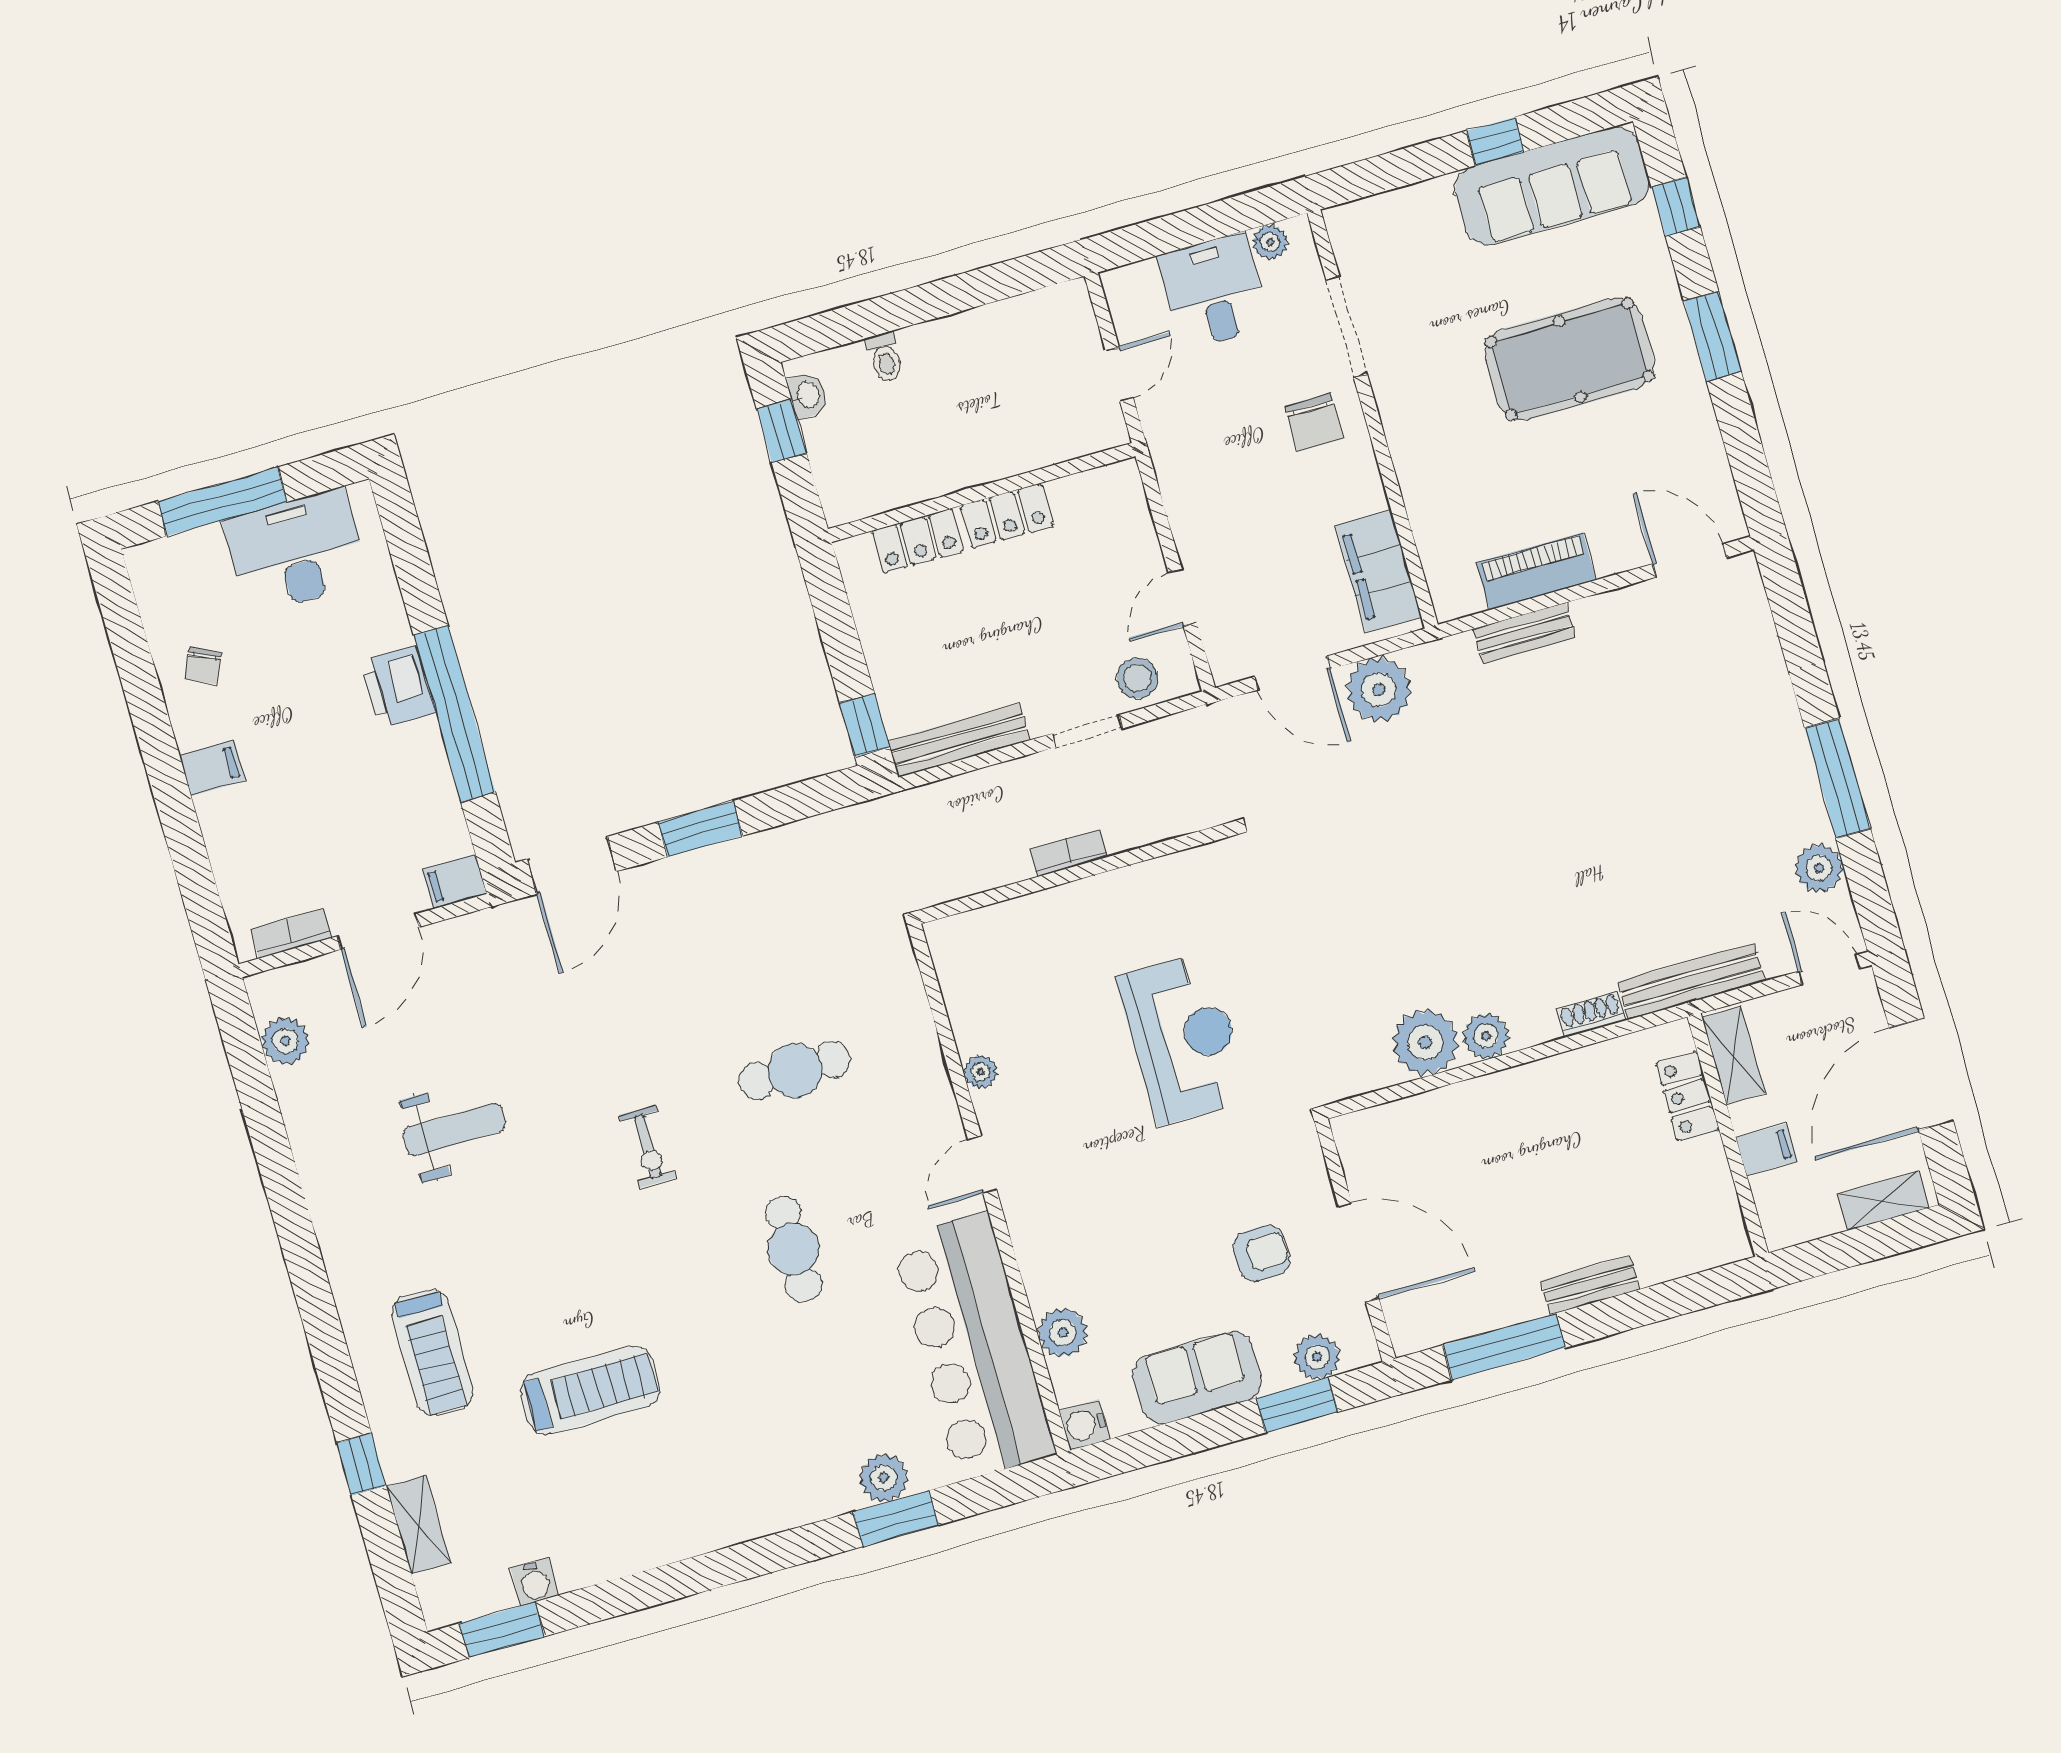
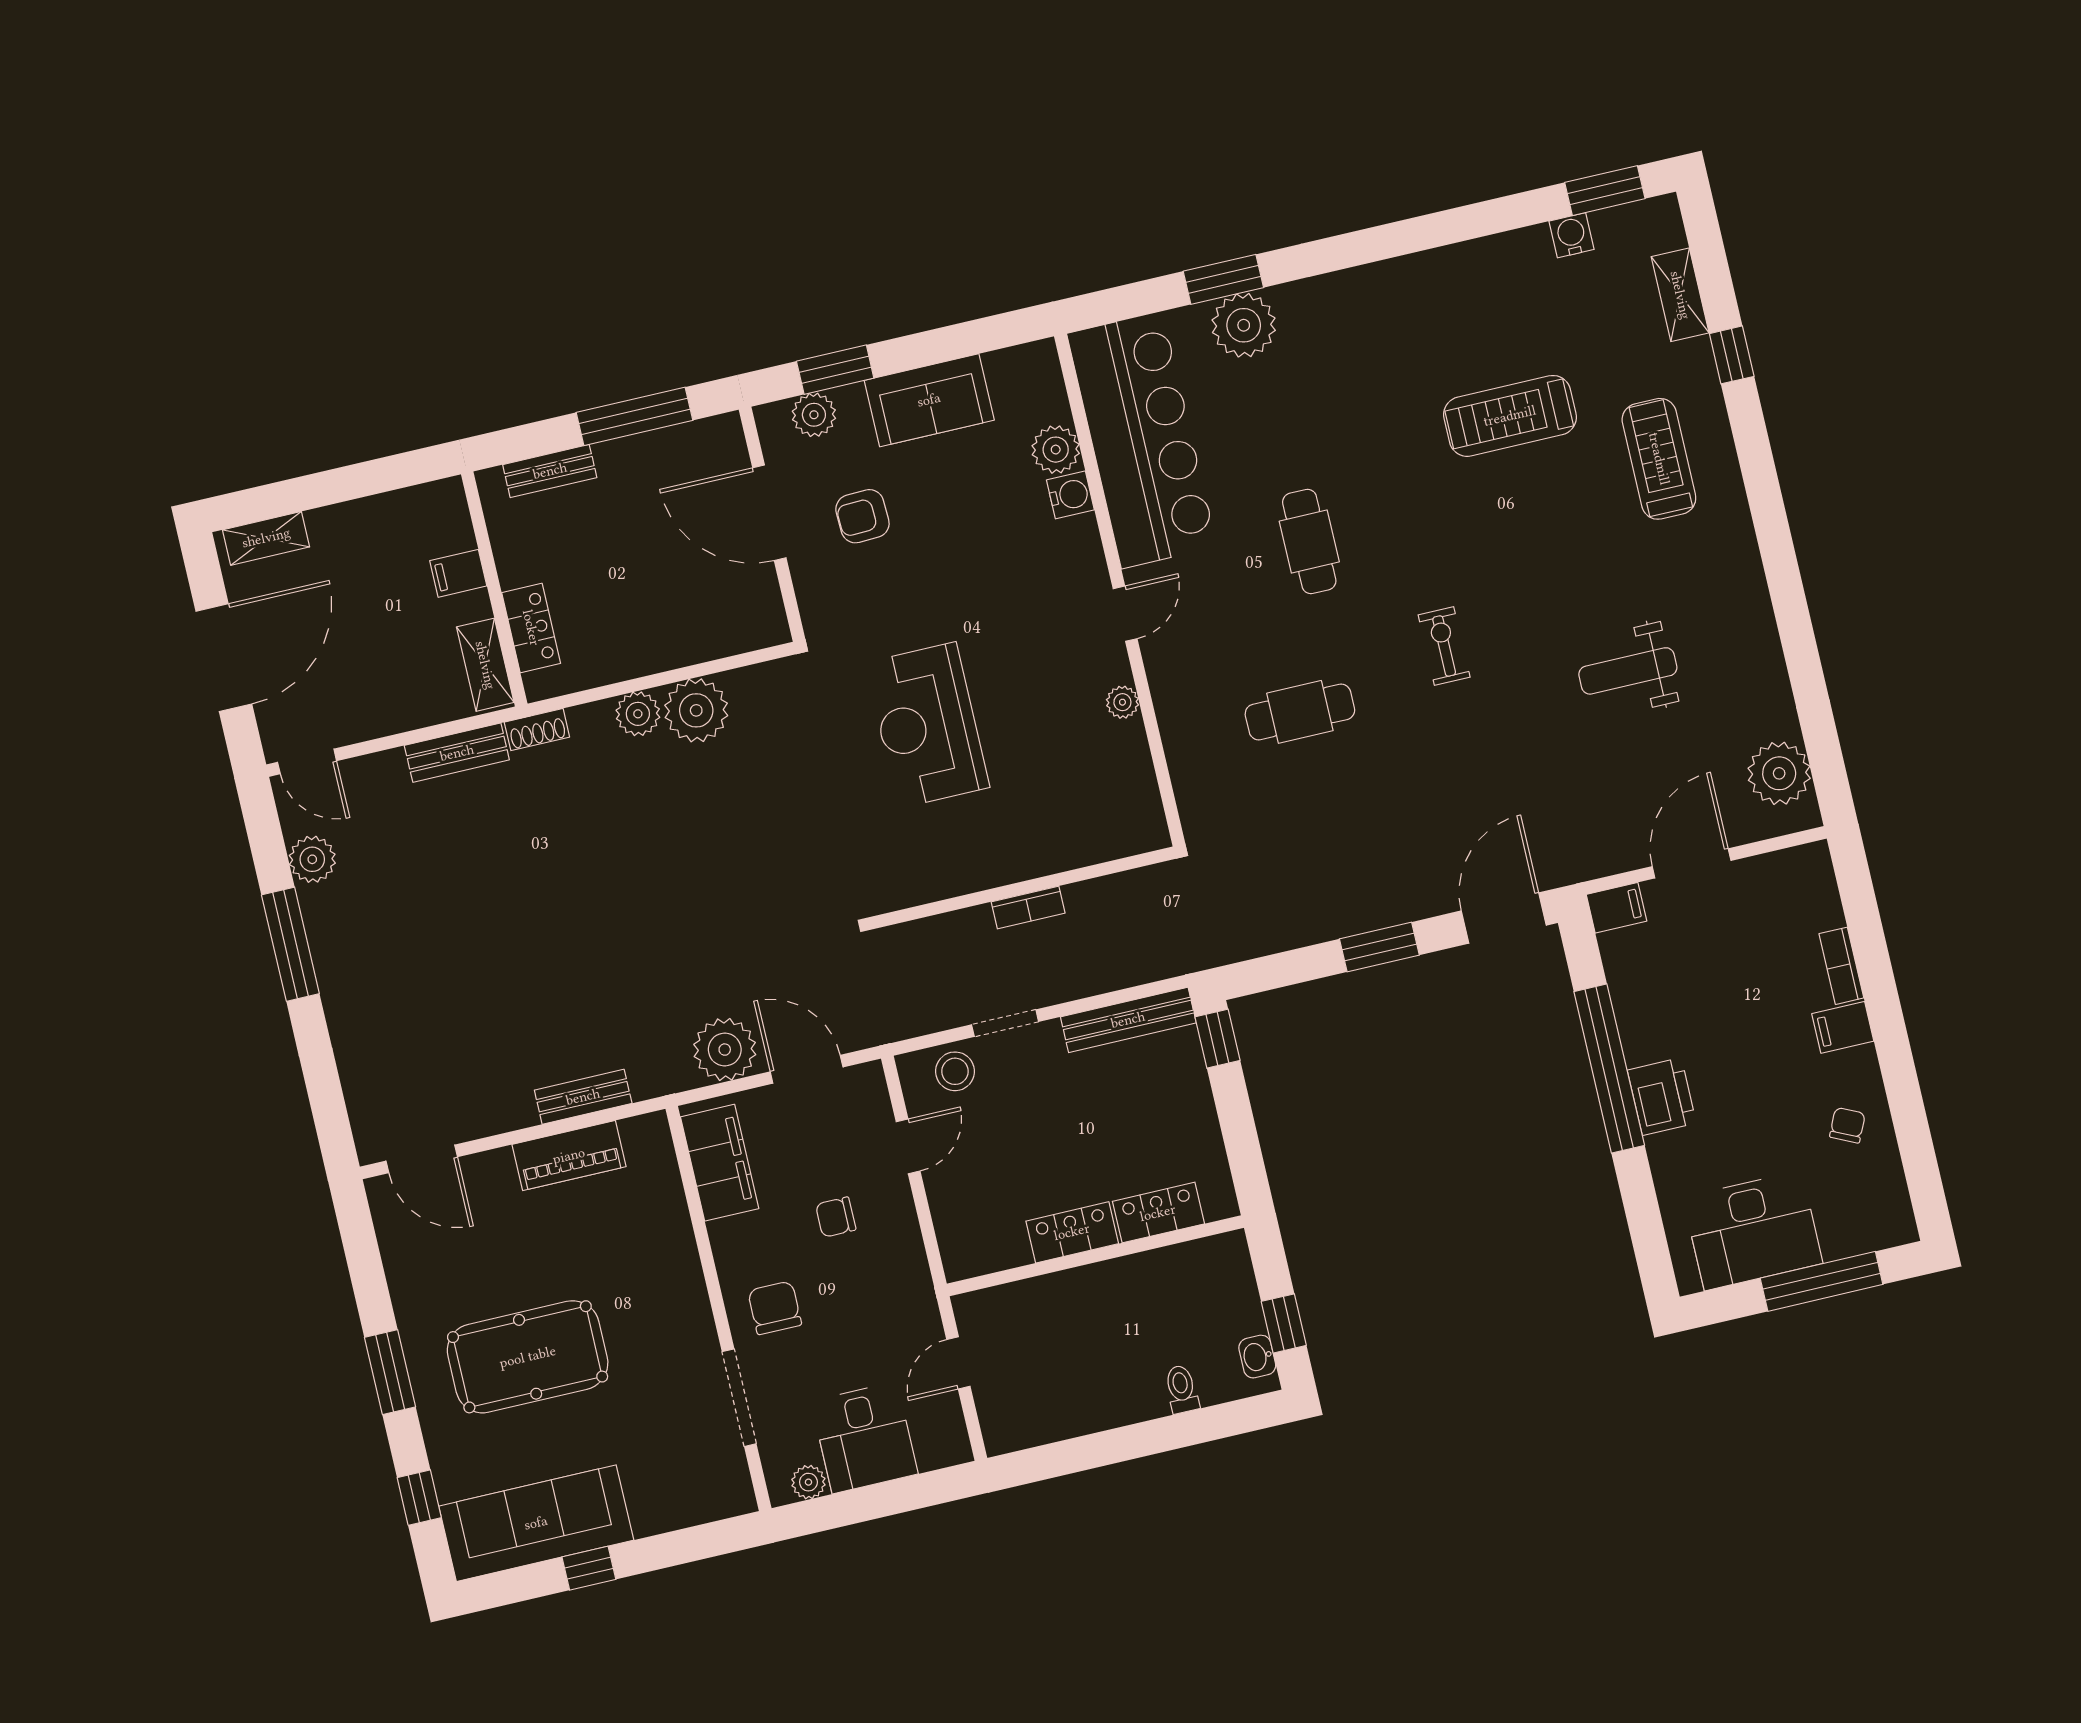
chair: (1255, 520) -> (836, 1217), added
bookcase: (291, 933) -> (1841, 966), moved, turned 90
bench: (1691, 981) -> (457, 753), width x0.73
plant: (285, 1041) -> (1779, 773), width x1.36, depth x1.36
shelving: (1734, 1055) -> (485, 665), moved
locker: (1687, 1096) -> (531, 628), moved
wall: (1728, 1135) -> (494, 589), moved
filing cabinet: (1766, 1149) -> (458, 573), moved
water cooler: (1085, 1425) -> (1070, 495), moved
plant: (884, 1478) -> (1244, 325), width x1.36, depth x1.36

